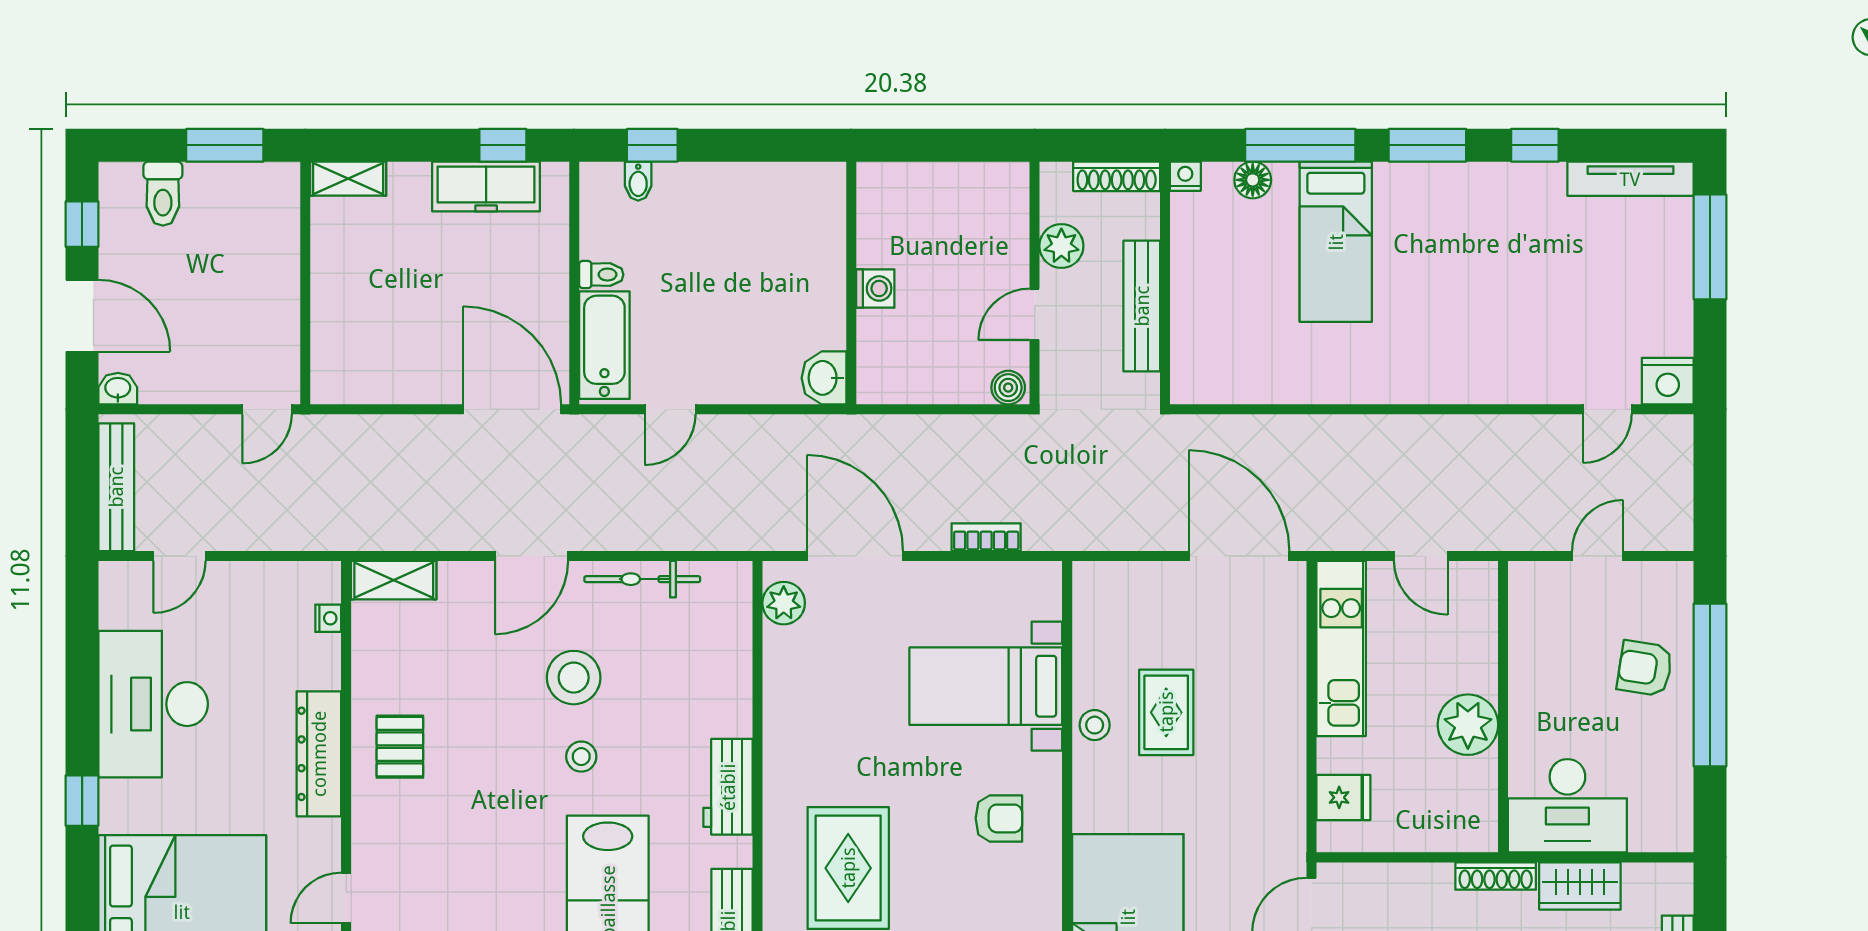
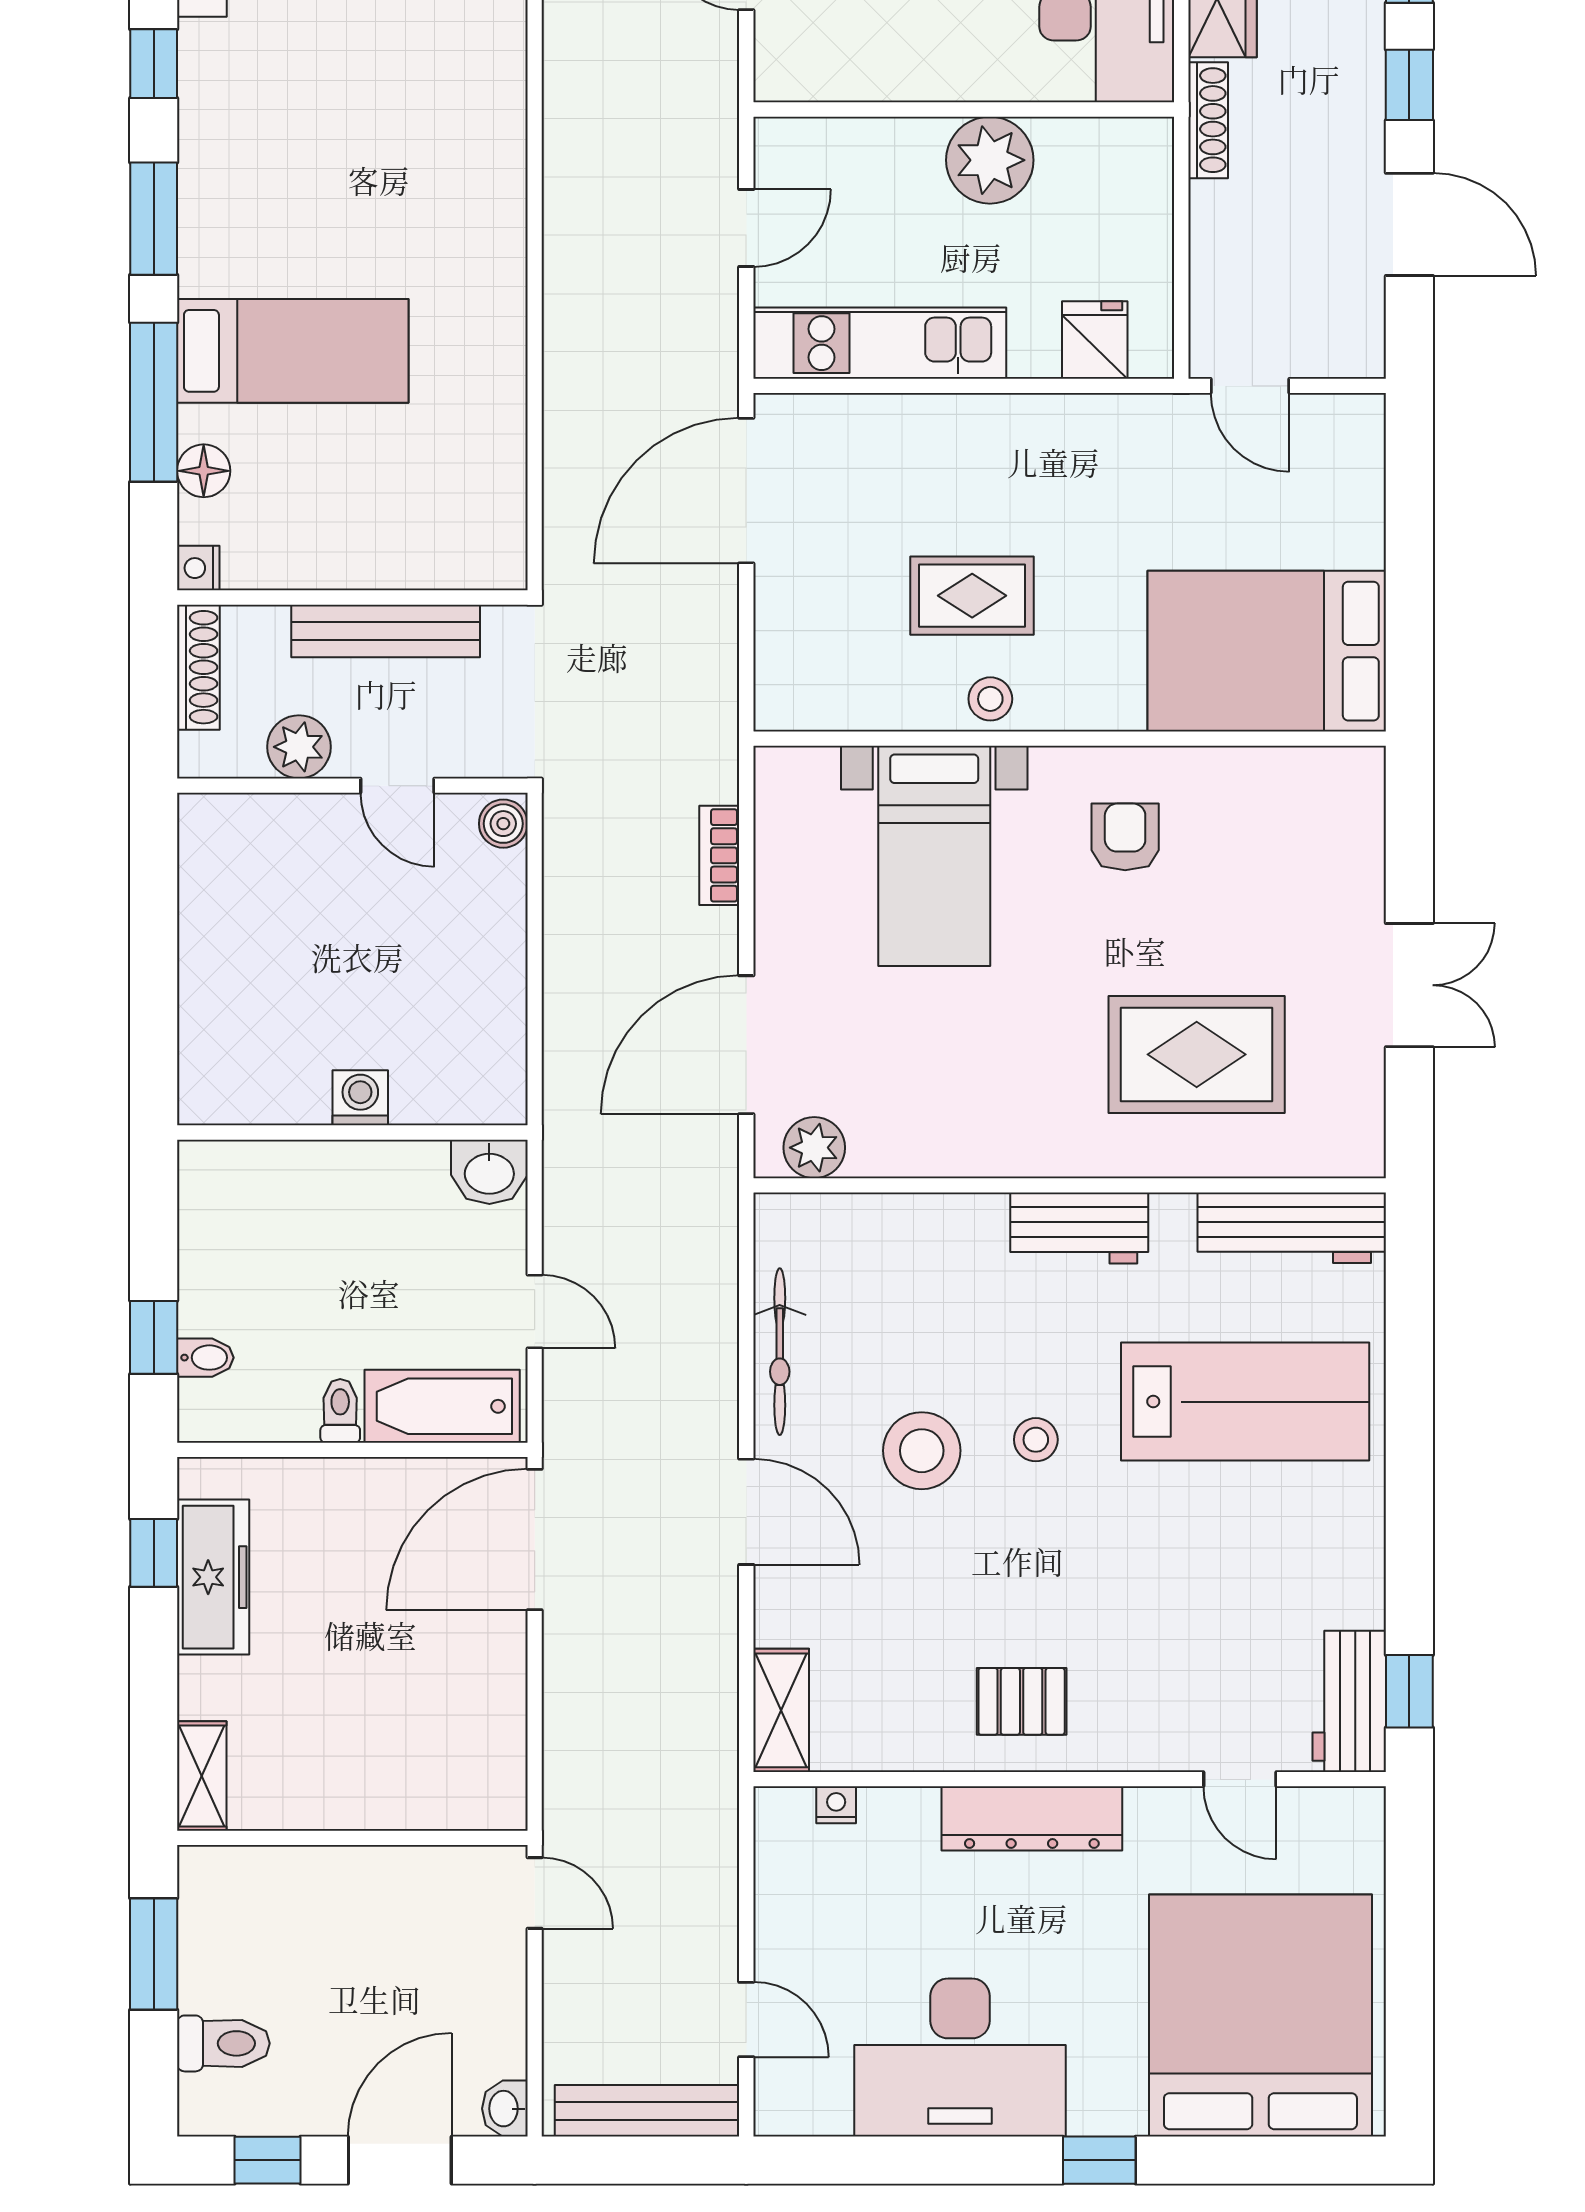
wall: (851, 283) -> (352, 1132), moved
washing machine: (875, 288) -> (360, 1098), moved
washbasin: (824, 378) -> (489, 1172), moved

